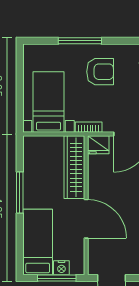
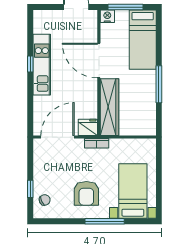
armchair: (100, 72) -> (86, 193), turned -90
bed with nightstands: (49, 102) -> (133, 191), moved, turned 180
nightstand: (61, 268) -> (107, 16), moved

